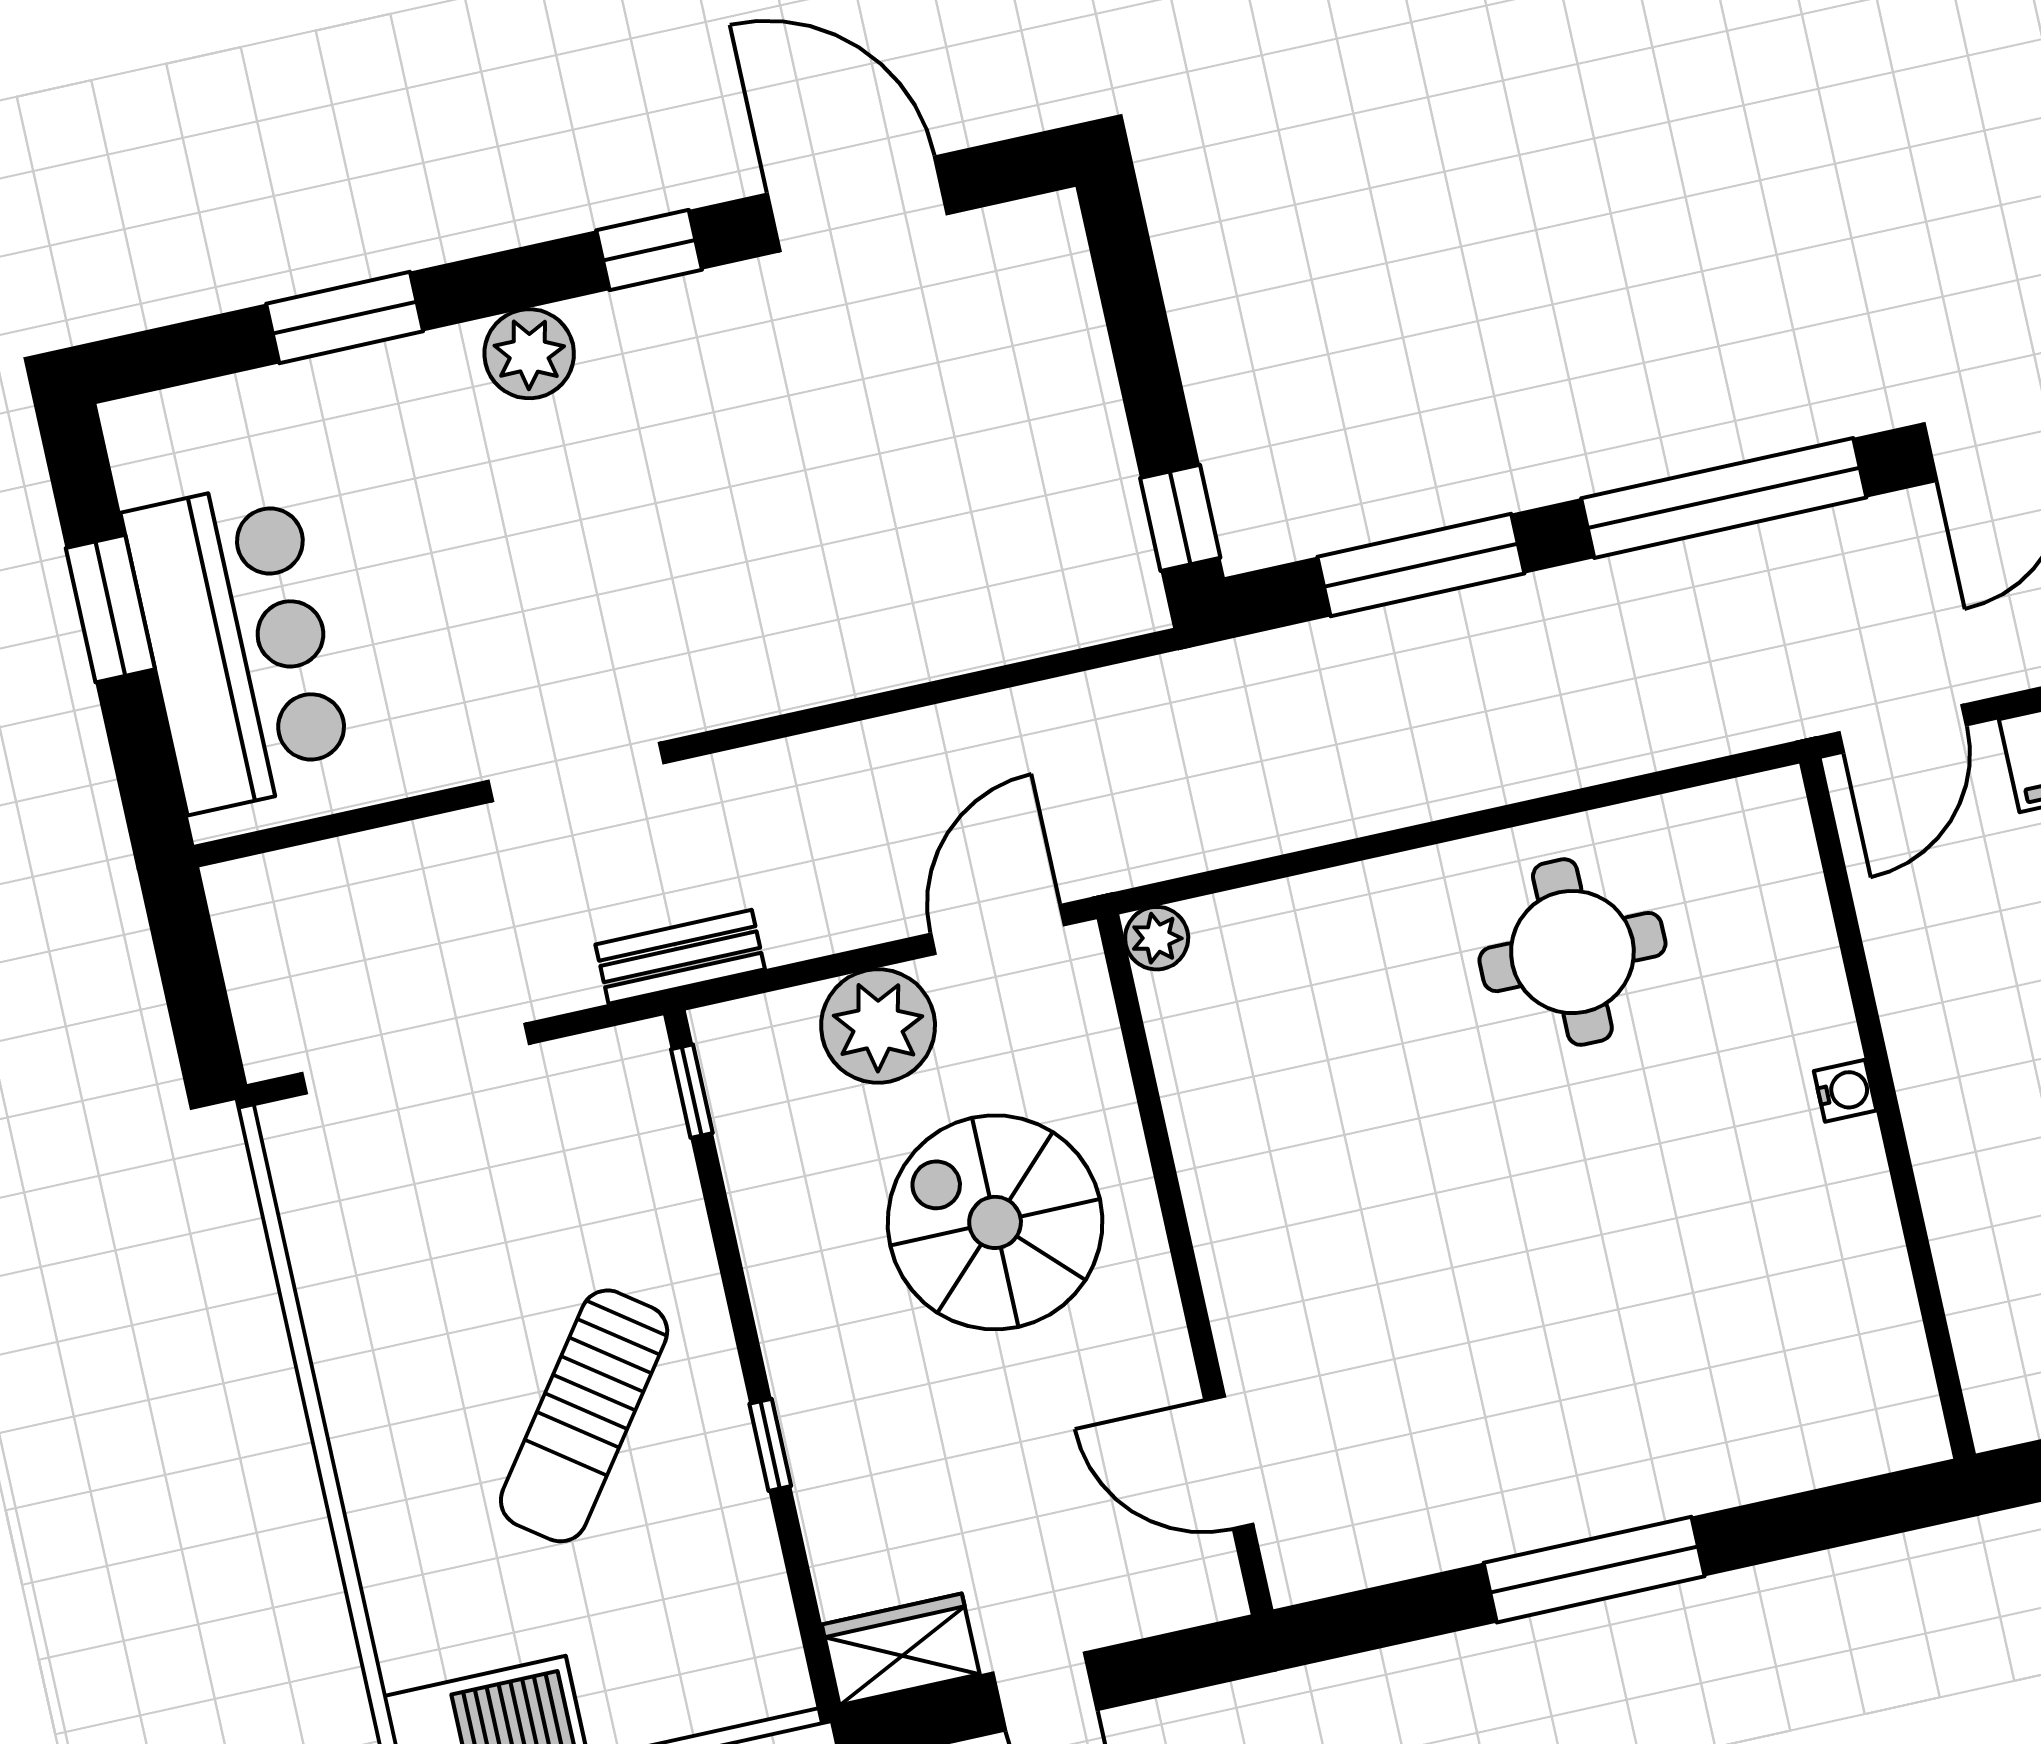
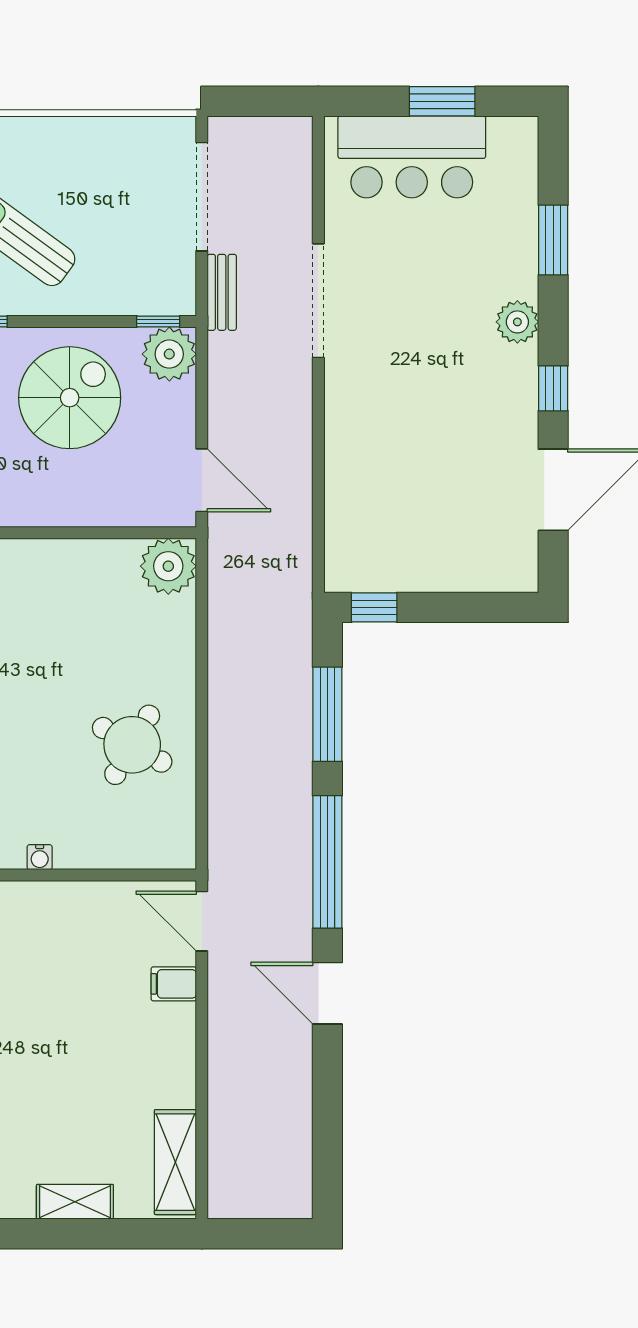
doorway: (576, 772) -> (318, 301), width x1.36
plant: (1157, 938) -> (168, 566), width x1.88, depth x1.88
round table: (1572, 952) -> (132, 745), turned 30
bench: (680, 957) -> (222, 292), moved
plant: (878, 1026) -> (169, 354), moved
spiral stairs: (995, 1222) -> (70, 398), moved

